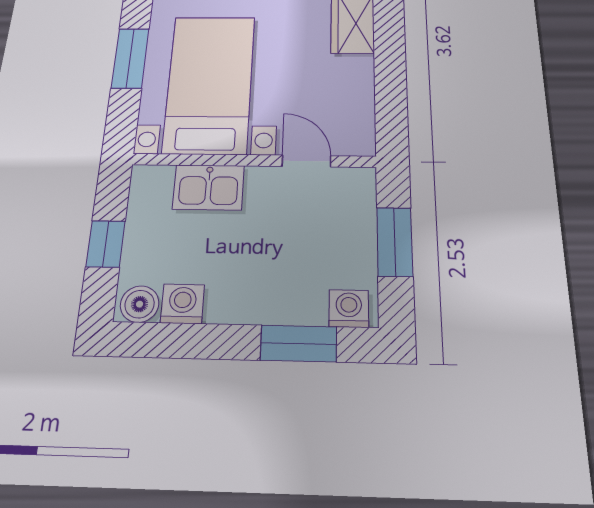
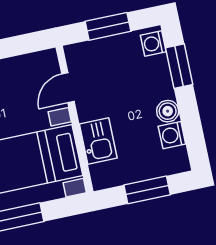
window: (106, 244) -> (147, 190), width x1.50
boiler: (140, 304) -> (168, 111), moved

